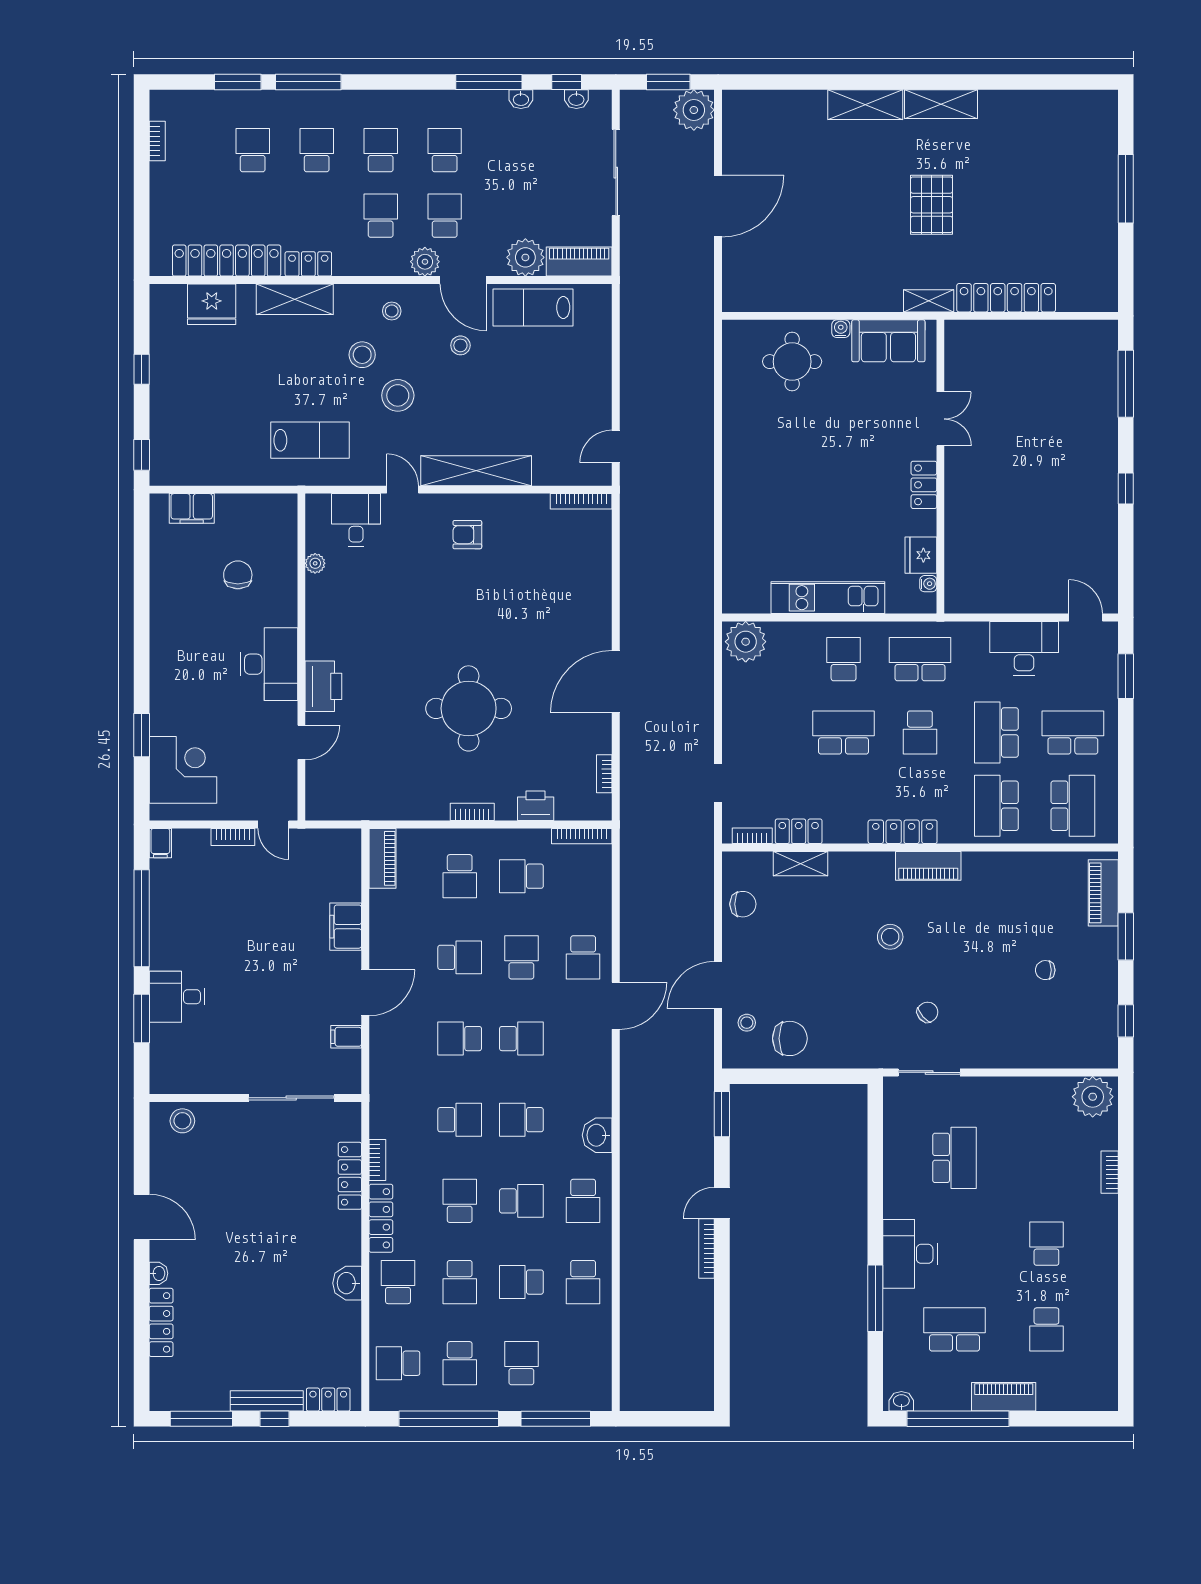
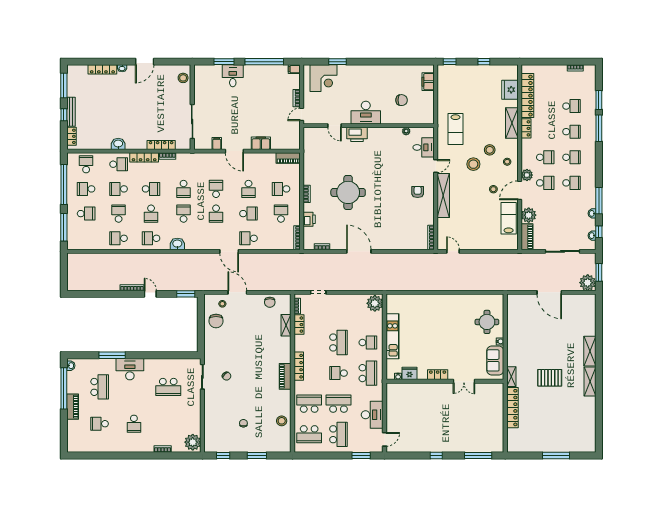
piano: (1103, 893) -> (274, 446), removed
stool: (890, 937) -> (282, 421), moved
school desk: (1046, 1244) -> (134, 424), turned 90

